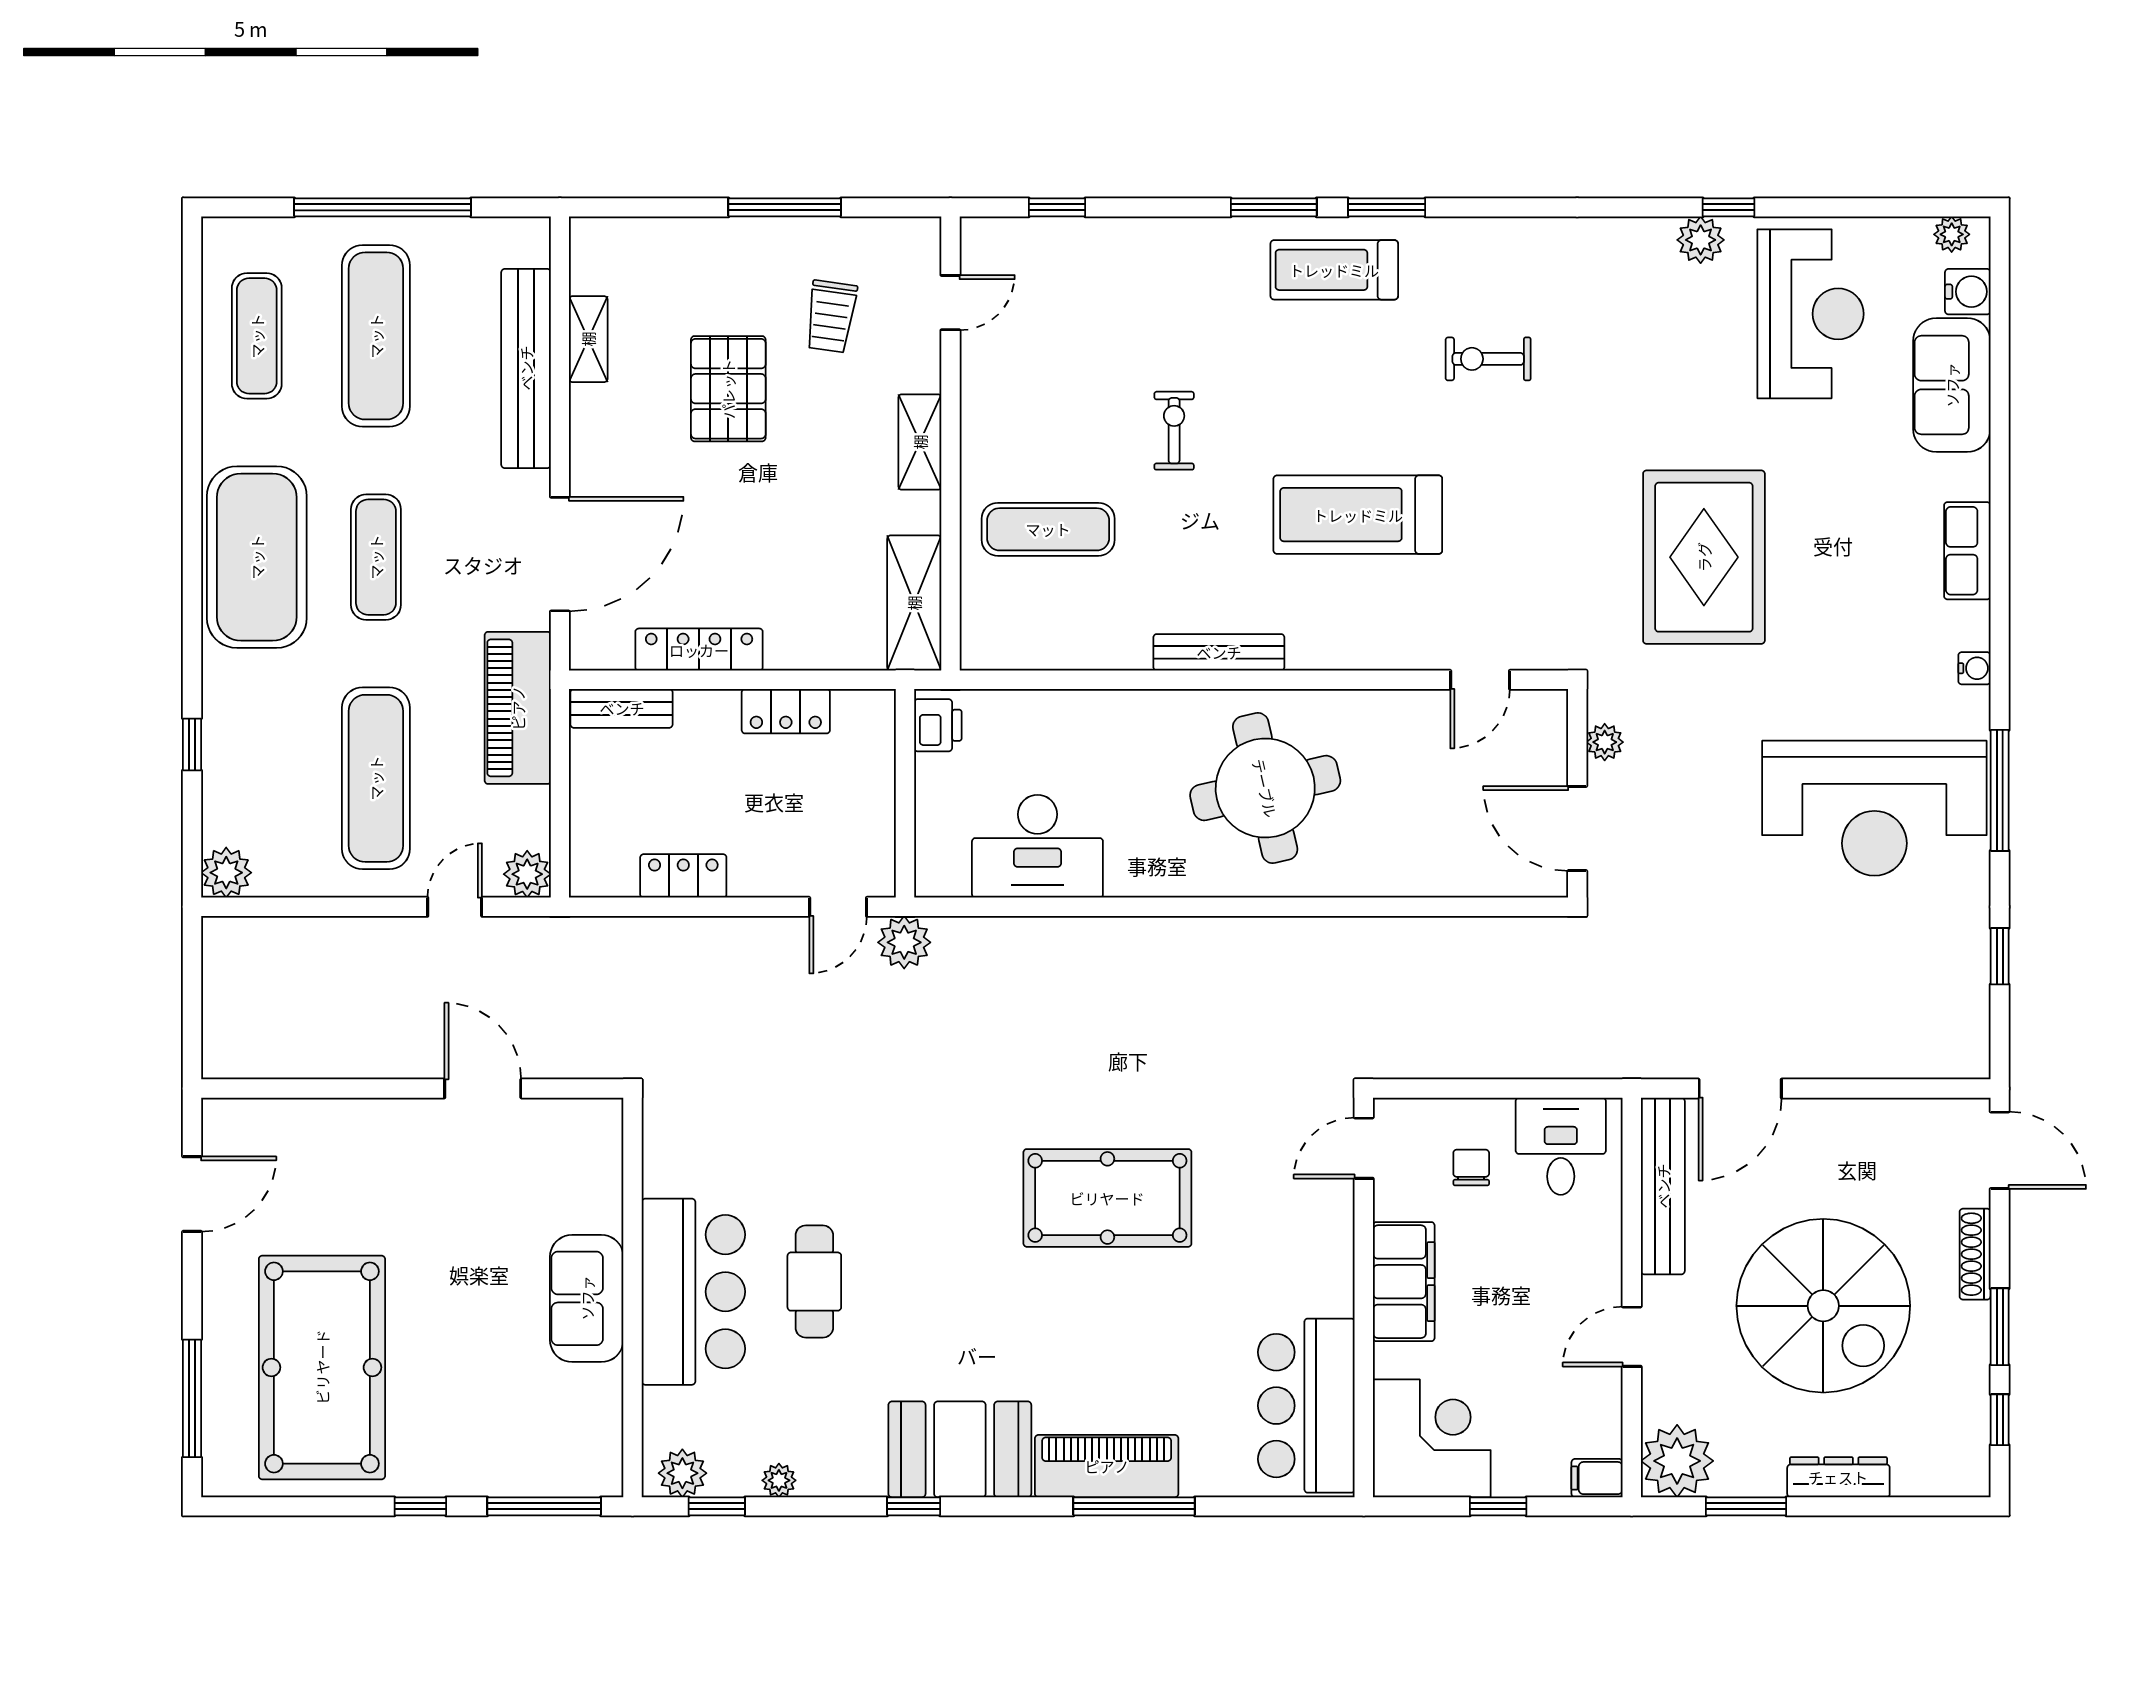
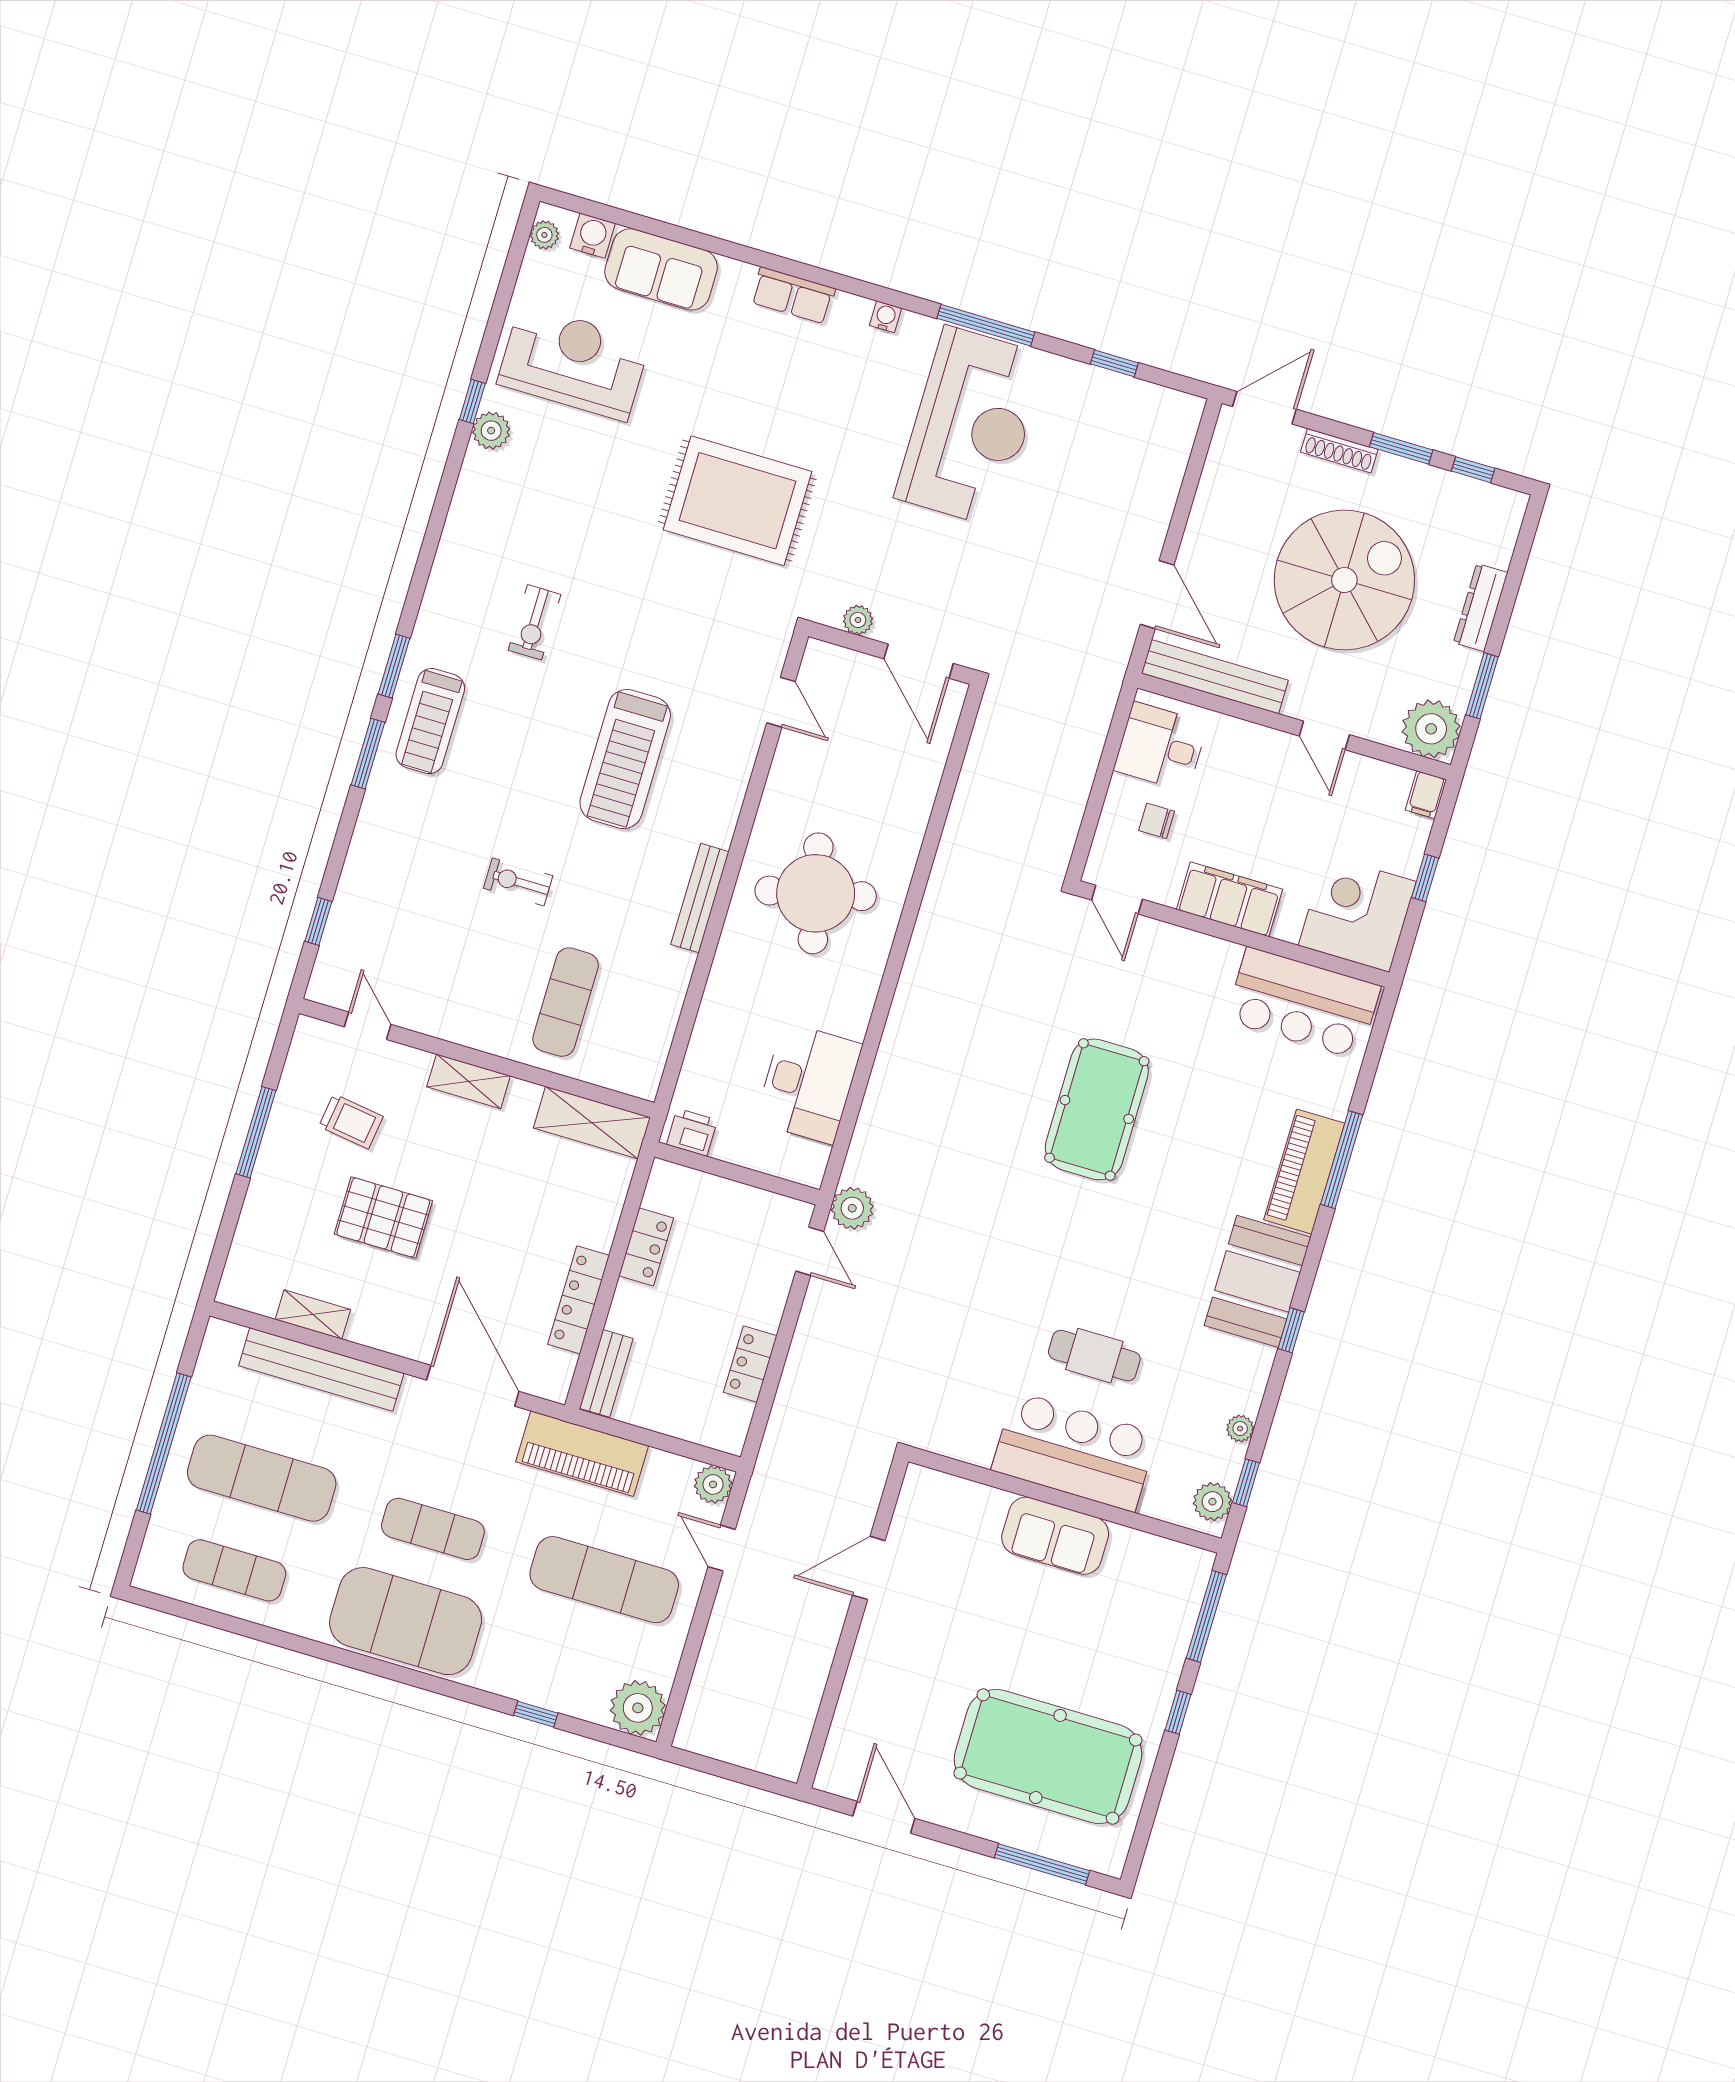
door: (1577, 829) -> (919, 661), hinge flipped
plant: (226, 873) -> (638, 1708), width x1.36, depth x1.36

